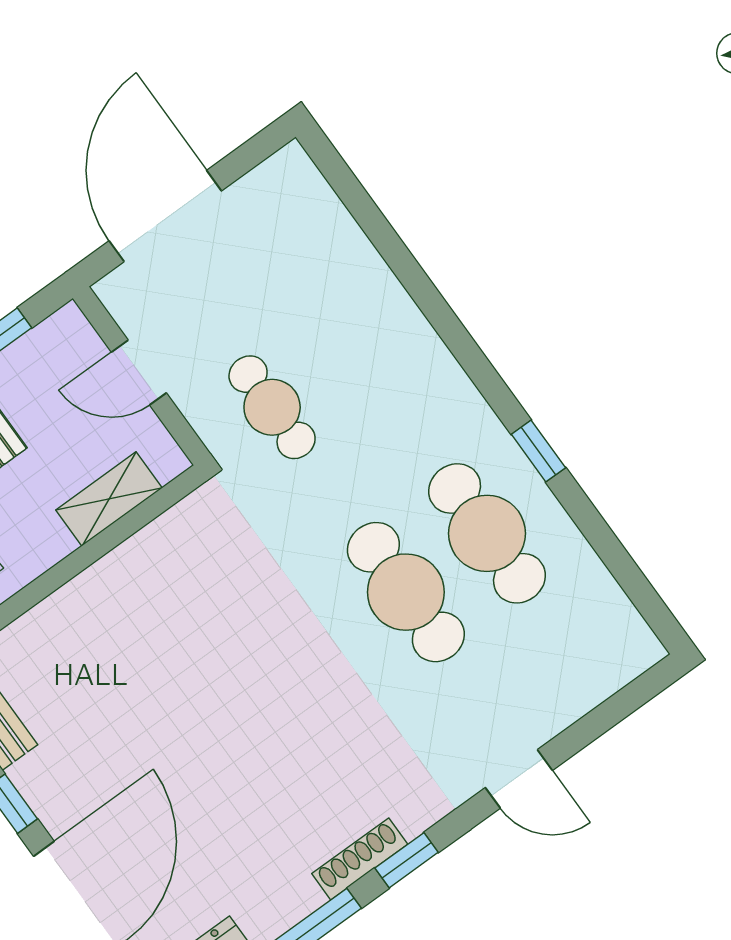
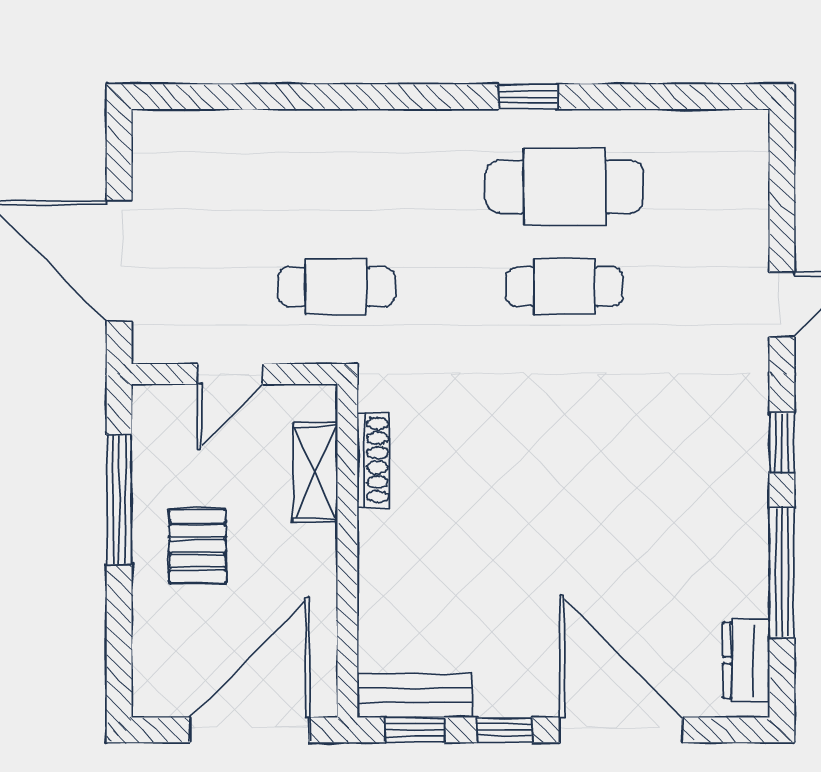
cafe table: (406, 592) -> (564, 287), width x0.73, depth x0.74
shoe rack: (360, 859) -> (373, 460), moved, turned 180

